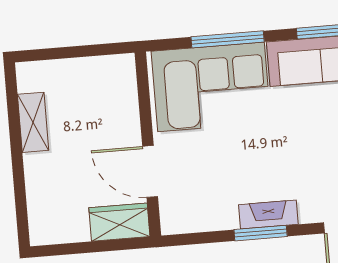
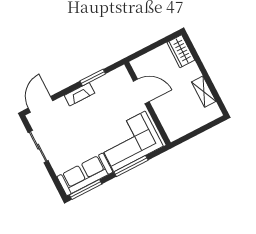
wardrobe: (119, 222) -> (181, 51), moved, turned 90
window: (261, 233) -> (93, 77), moved

